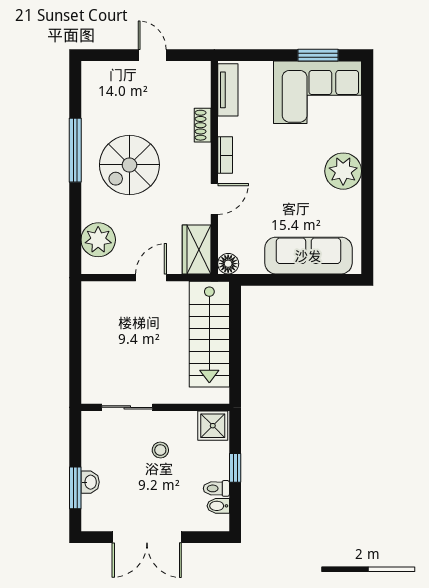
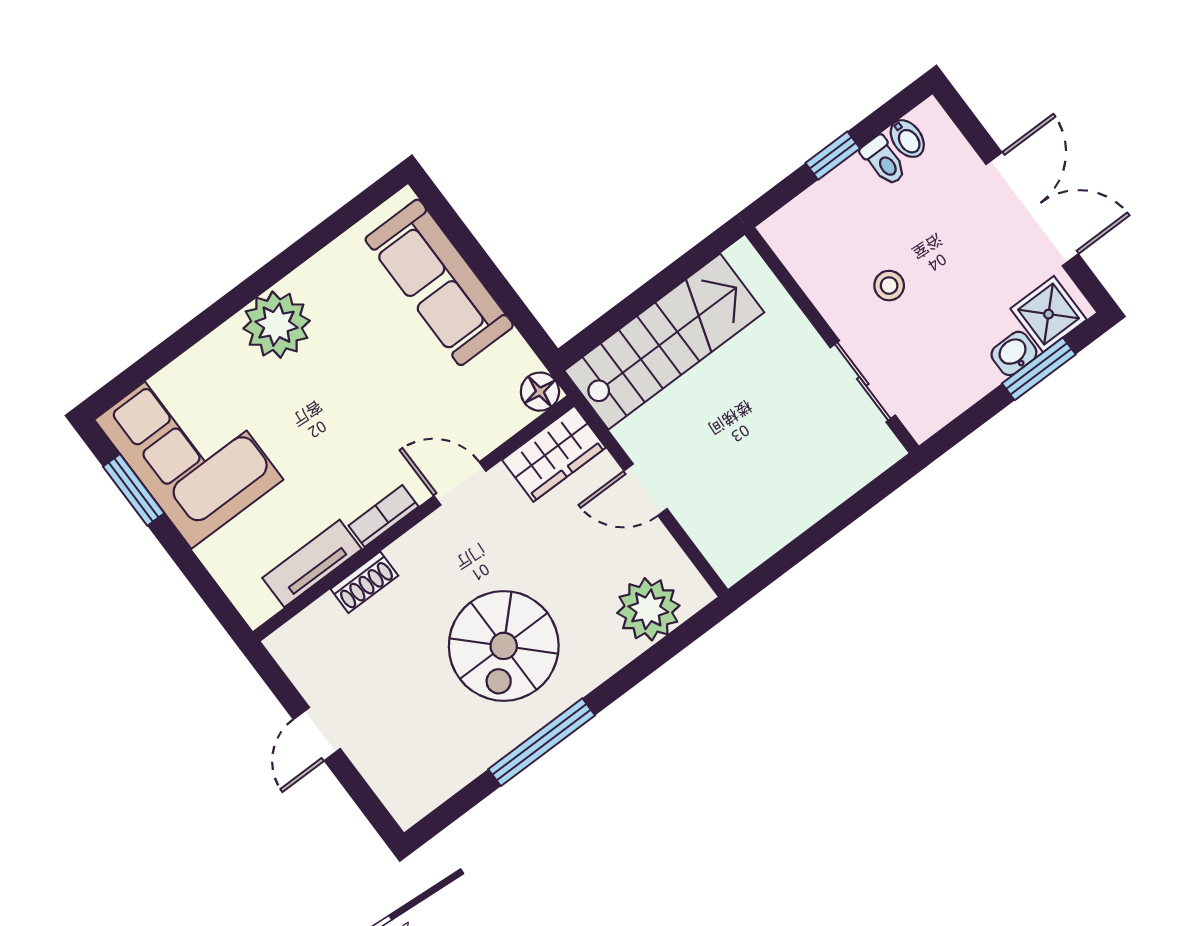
tv unit: (228, 90) -> (312, 564), moved
spiral stairs: (129, 165) -> (504, 646), turned 90
shower: (213, 426) -> (1048, 314), moved

